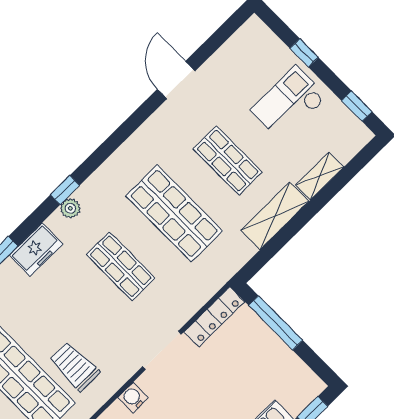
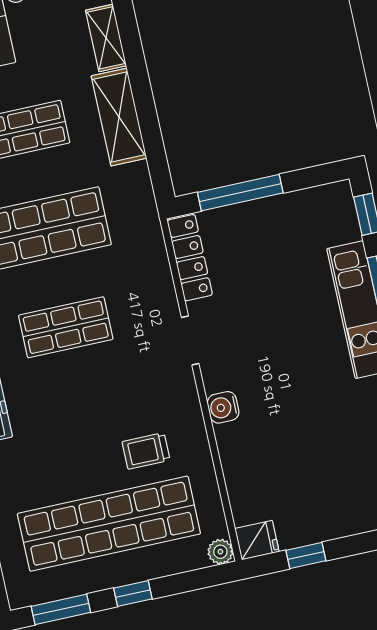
doorway: (162, 350) -> (190, 340), width x0.73
trolley: (75, 366) -> (146, 451), width x0.73, depth x0.72

